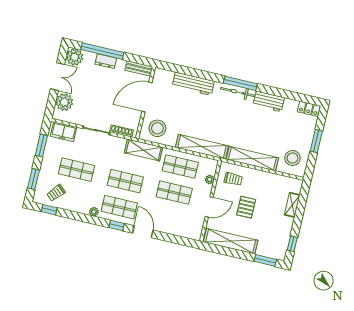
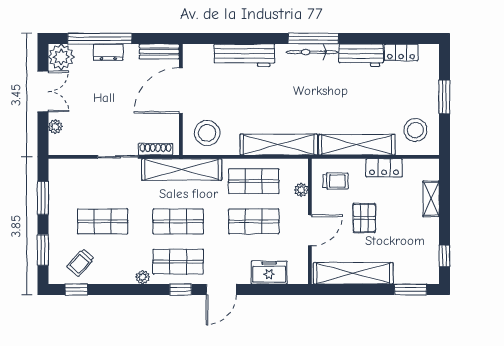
plant: (64, 102) -> (55, 127), width x0.53, depth x0.53
locker: (309, 109) -> (401, 52), moved
freezer: (64, 132) -> (269, 273), moved, turned 180
shelving: (144, 150) -> (182, 169), width x1.47
locker: (267, 178) -> (384, 168), added
door: (143, 232) -> (221, 289), swing flipped

